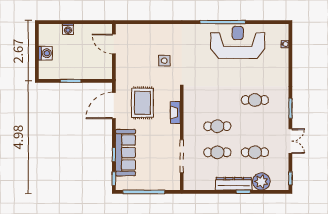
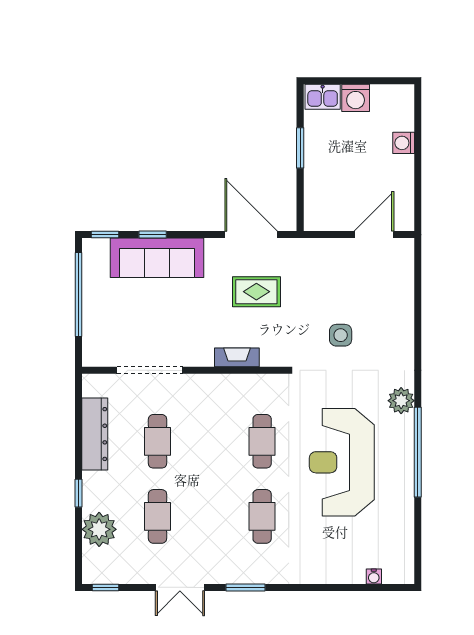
plant: (197, 30) -> (401, 401), added
reception desk: (238, 42) -> (342, 462), moved, turned 180
kitchen sink: (45, 70) -> (323, 97), added
rug: (142, 103) -> (256, 292), width x0.73, depth x0.70
cafe table: (217, 126) -> (262, 441), moved
dresser: (234, 184) -> (95, 434), moved

